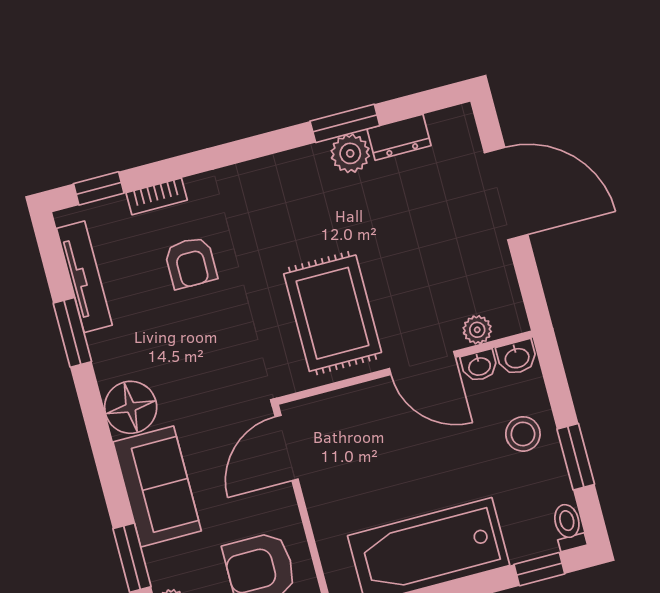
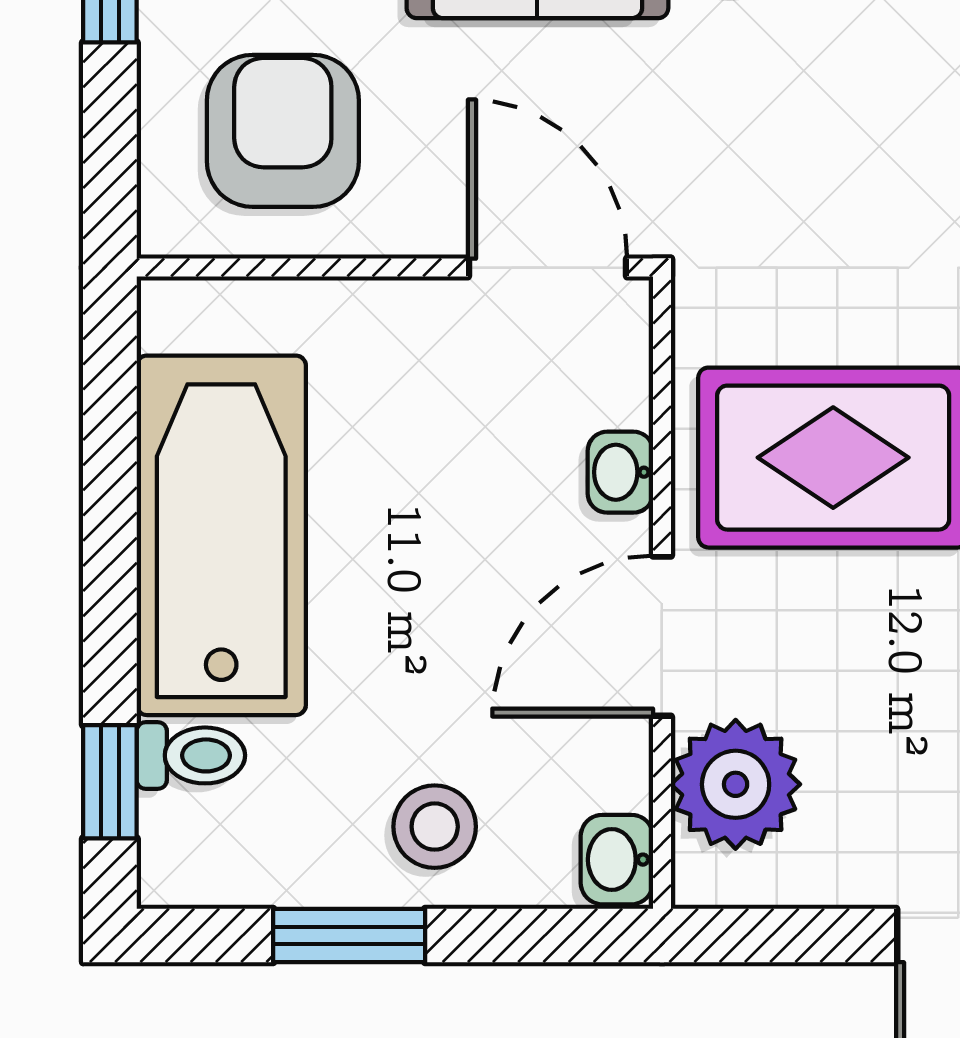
plant: (477, 330) -> (736, 784), width x1.87, depth x1.87
washbasin: (479, 366) -> (620, 472), moved
toilet: (568, 527) -> (191, 755), moved

